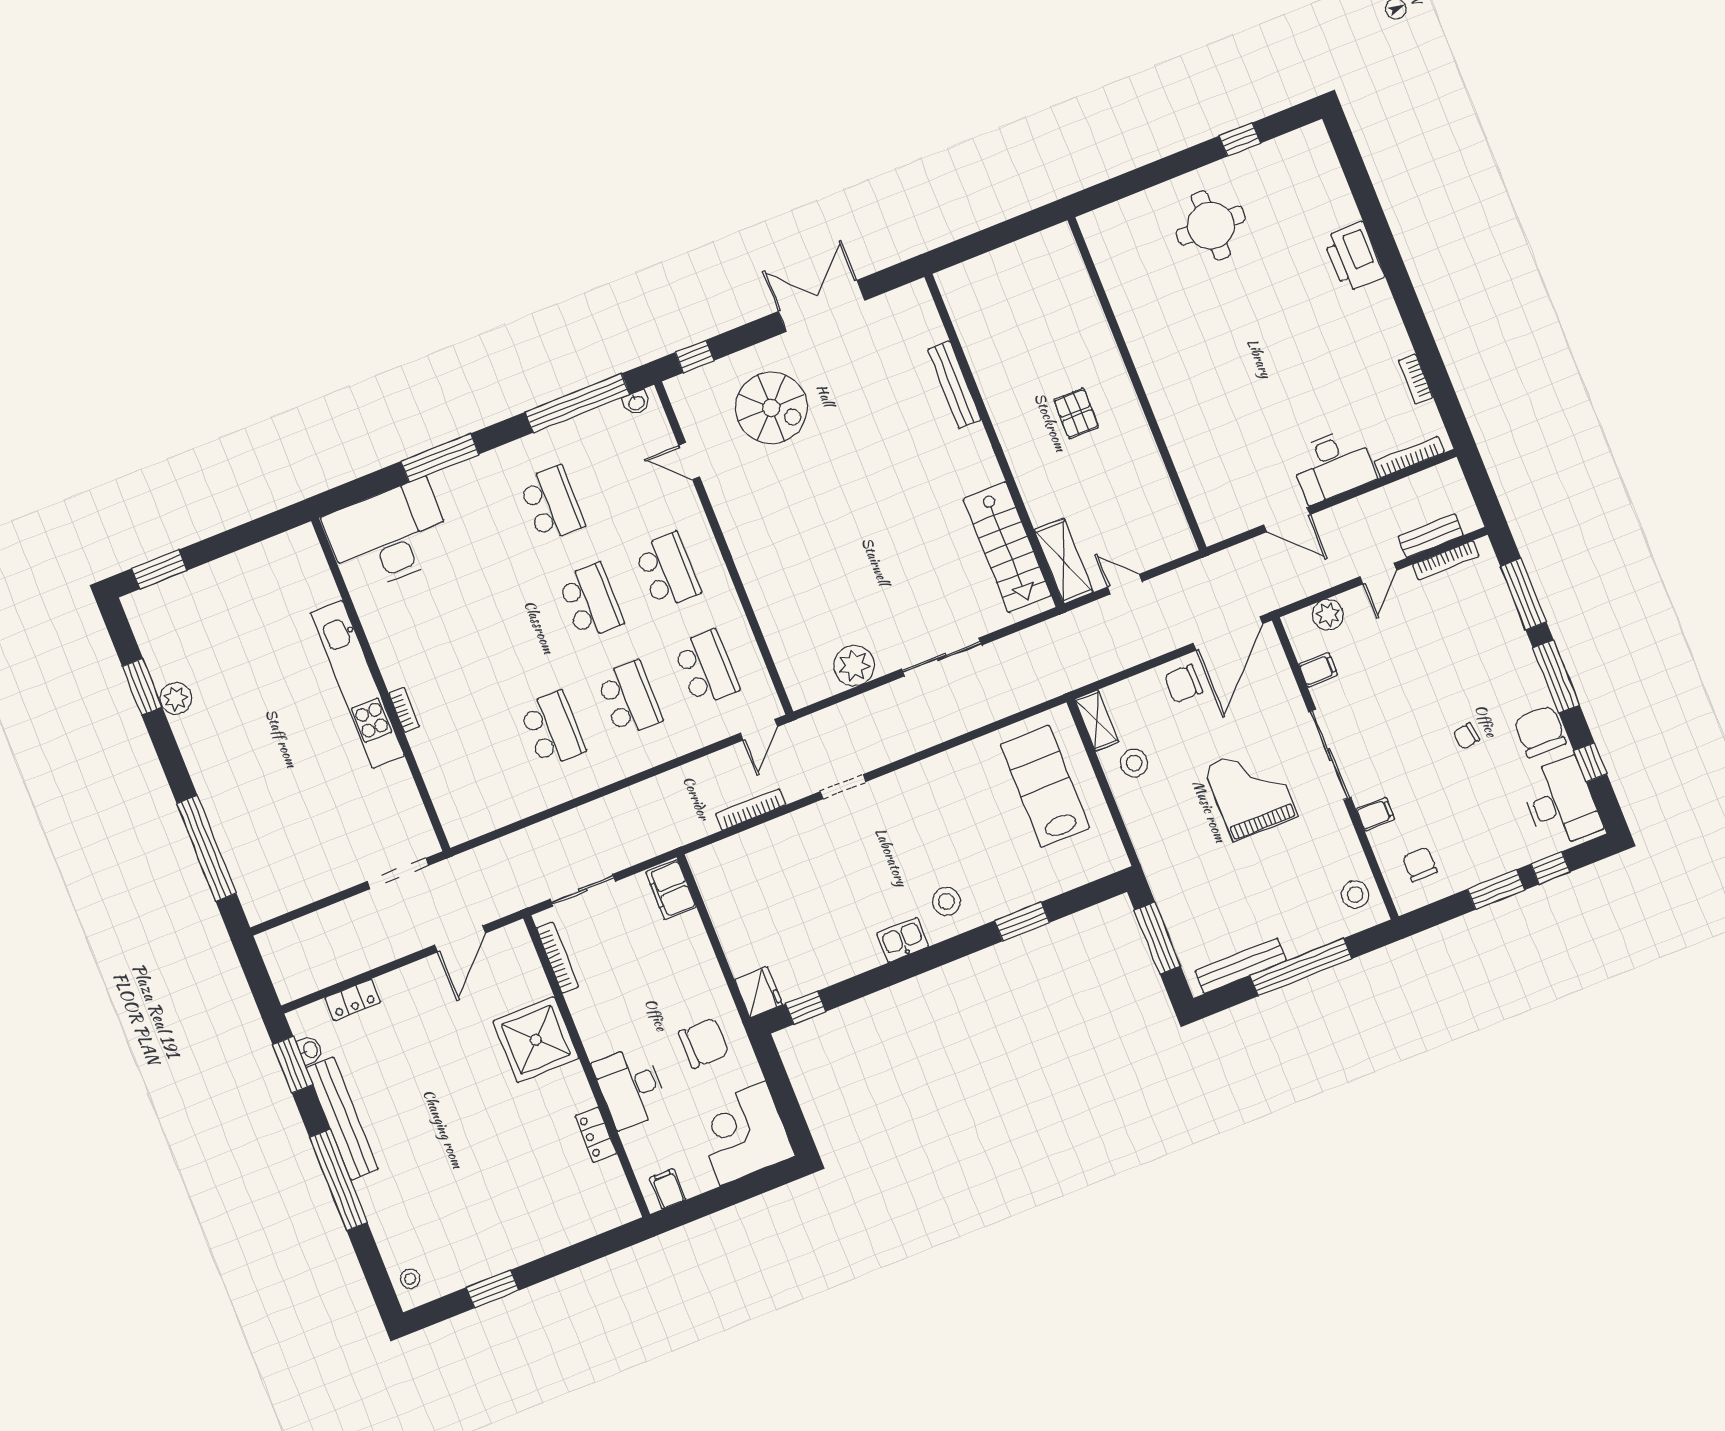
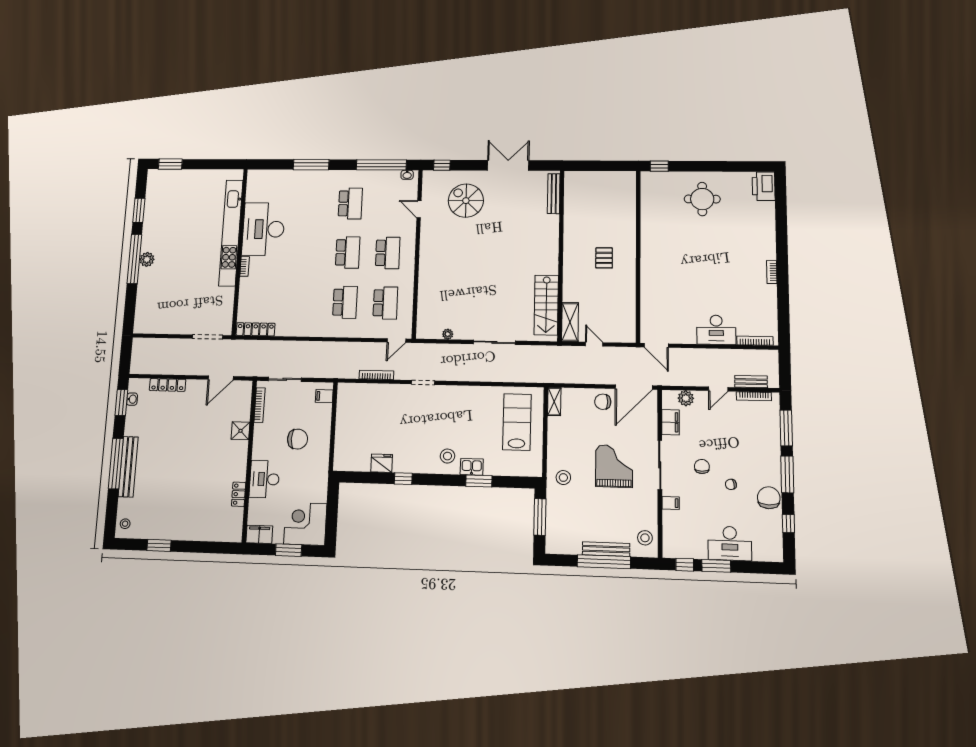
window: (1240, 139) -> (659, 166), moved
printer: (1354, 257) -> (764, 186), moved
bookcase: (1416, 379) -> (772, 272), moved
bench: (954, 385) -> (554, 194), moved
spiral stairs: (771, 408) -> (466, 201), turned 180
door: (1287, 520) -> (656, 345), moved
desk: (389, 536) -> (263, 229), moved, turned -90
plant: (854, 666) -> (448, 334), width x0.53, depth x0.53
filing cabinet: (1318, 670) -> (671, 422), width x2.00
kitchen unit: (357, 684) -> (231, 233), width x1.36
plant: (176, 699) -> (147, 259), moved
school desk: (553, 729) -> (305, 302), removed
stool: (1134, 763) -> (563, 478), moved
desk: (1560, 803) -> (730, 543), moved, turned 90
locker: (483, 821) -> (256, 329), added
window: (206, 848) -> (134, 259), moved
chair: (1420, 865) -> (702, 466), moved
window: (1550, 868) -> (685, 565), moved
filing cabinet: (671, 890) -> (324, 396), width x0.50
kitchen sink: (903, 940) -> (472, 467), moved
bench: (1241, 966) -> (606, 549), moved
fridge: (759, 992) -> (382, 463), moved, turned -90
locker: (353, 1000) -> (168, 385), width x1.53
window: (806, 1008) -> (403, 479), moved
shower: (536, 1040) -> (240, 431), width x0.54, depth x0.54
chair: (704, 1043) -> (298, 439), moved
bench: (342, 1119) -> (128, 467), moved
filing cabinet: (668, 1189) -> (259, 534), width x2.00
window: (734, 1193) -> (289, 550), added

